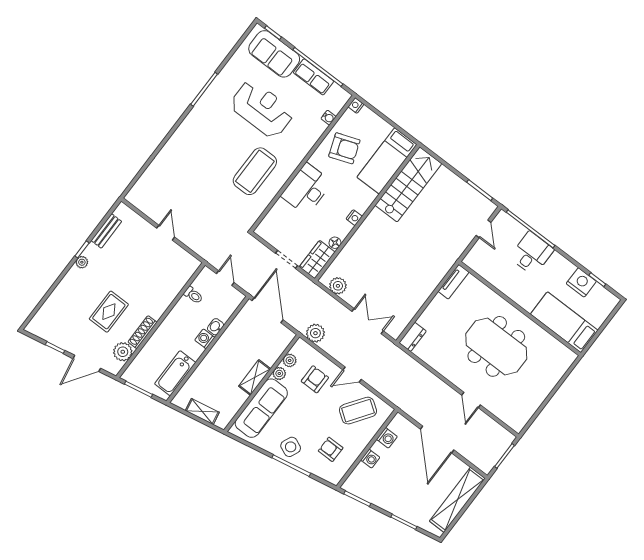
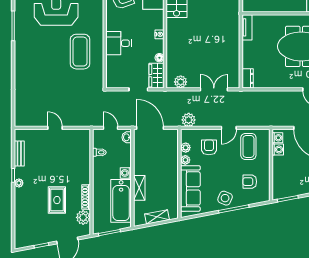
desk: (307, 189) -> (119, 43), width x0.73
washbasin: (216, 327) -> (127, 137), moved
bathtub: (175, 373) -> (121, 201), width x1.36, depth x1.36
shelving: (255, 377) -> (139, 188), moved
coffee table: (358, 411) -> (248, 146), turned -35
washing machine: (370, 459) -> (277, 138), moved

